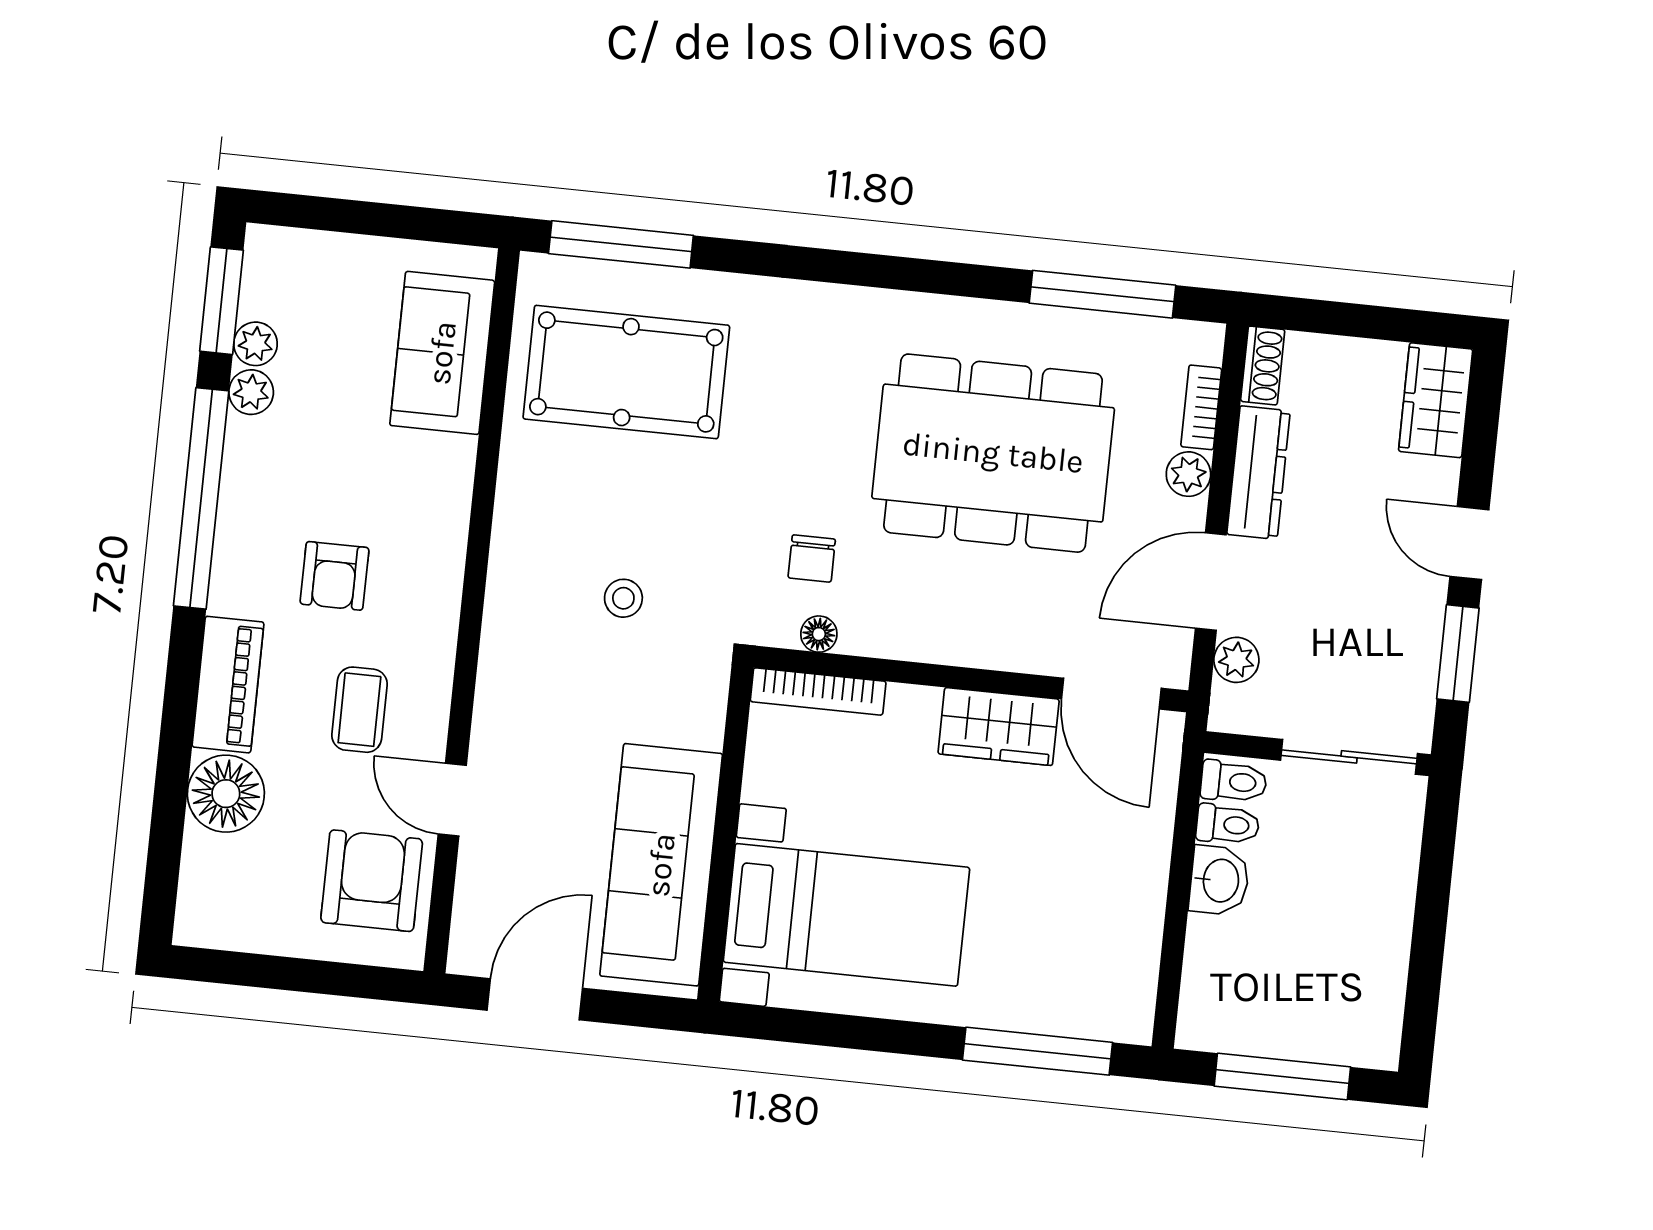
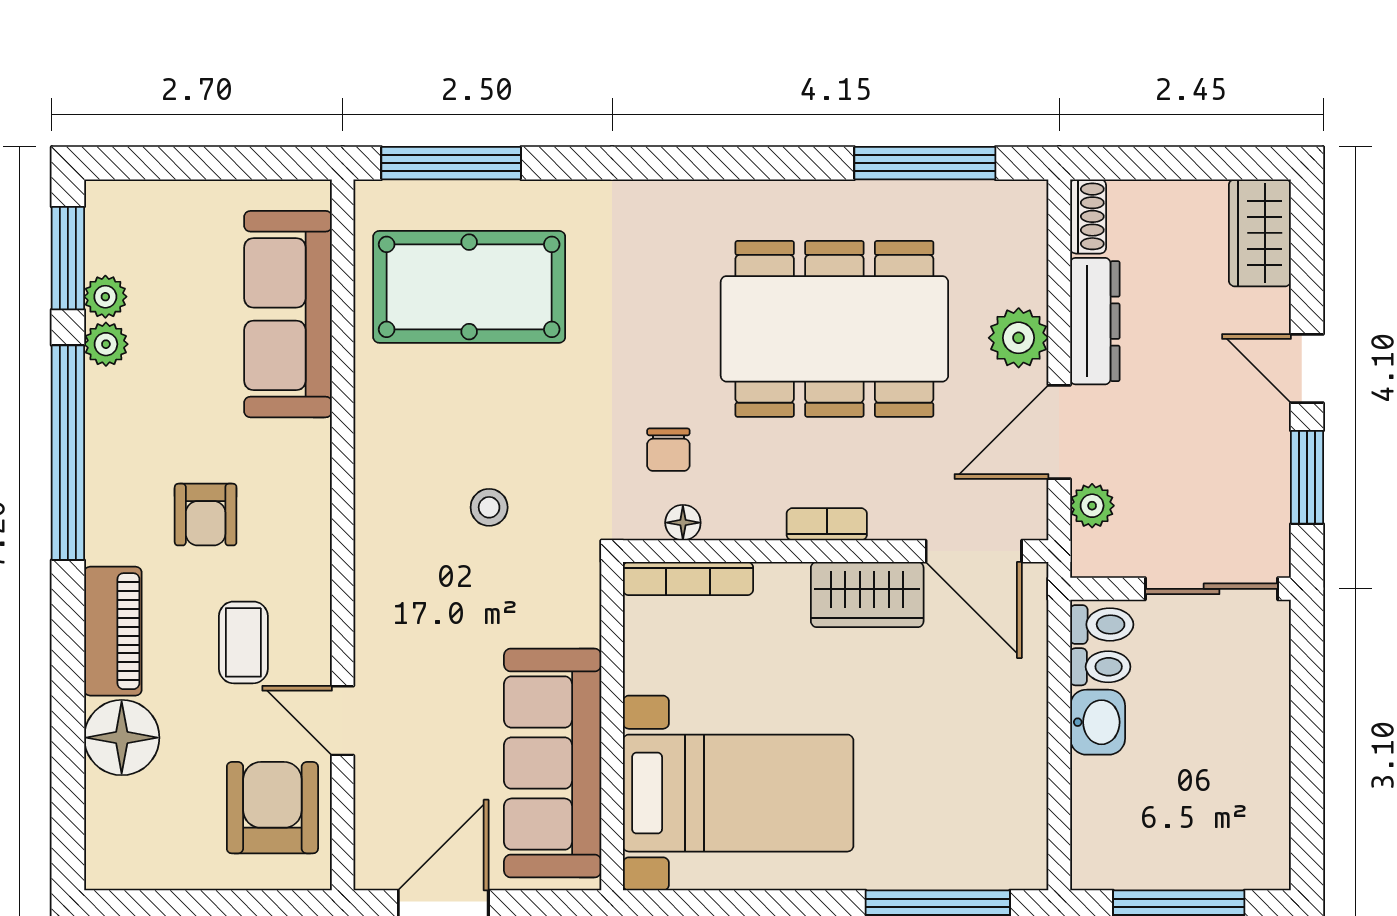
sofa: (442, 353) -> (288, 314), width x1.36
bookcase: (1201, 407) -> (827, 524), moved, turned 90
plant: (1188, 474) -> (1019, 338), width x1.38, depth x1.38

